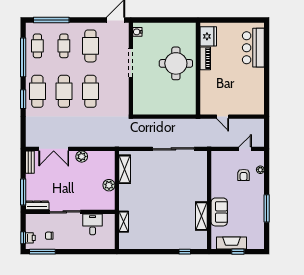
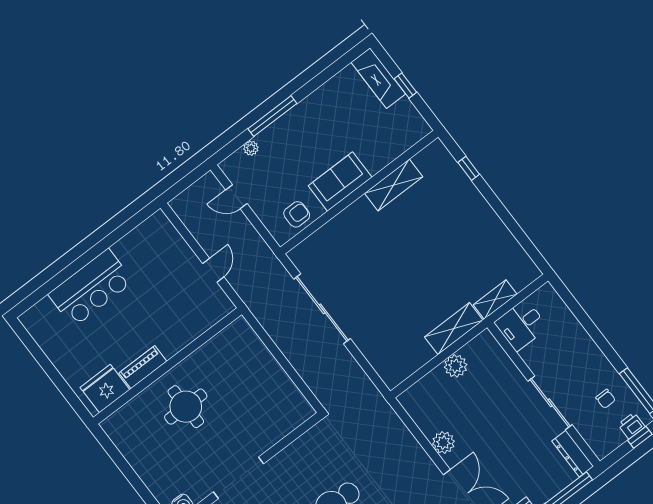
bar counter: (253, 48) -> (91, 288), moved
round table: (176, 63) -> (186, 407), width x0.73, depth x0.73
shelving: (125, 169) -> (454, 329), moved
armchair: (244, 175) -> (297, 214), moved
window: (267, 208) -> (272, 116), moved
sofa: (219, 212) -> (340, 181), moved
desk: (93, 224) -> (521, 325), moved
fireplace: (231, 243) -> (378, 78), moved

